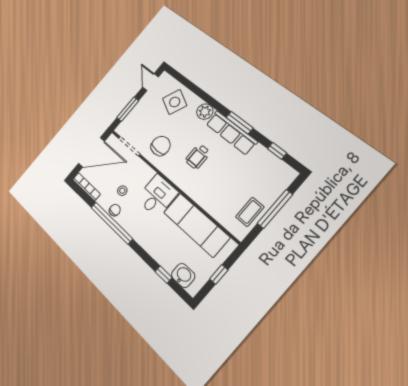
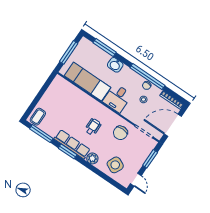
window: (277, 151) -> (41, 134), width x2.17
window: (275, 209) -> (39, 96), removed
coffee table: (250, 212) -> (38, 117), moved
window: (219, 274) -> (69, 52), width x2.17
window: (164, 275) -> (105, 47), width x2.17
washbasin: (183, 275) -> (115, 65), moved

